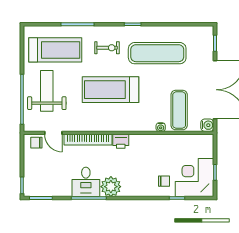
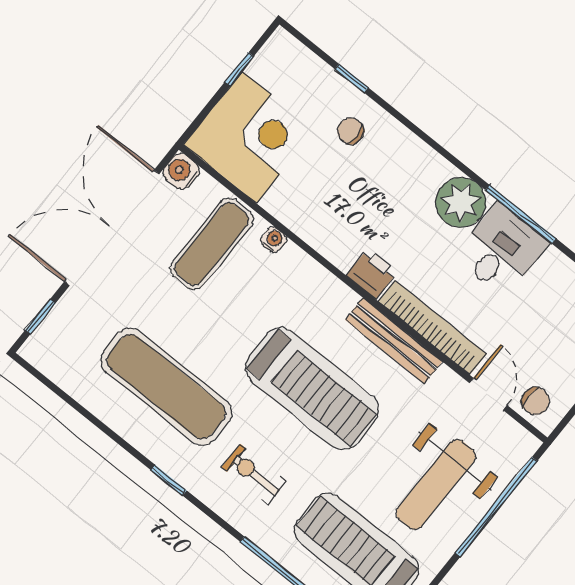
bench: (97, 126) -> (394, 341), added
corner desk: (194, 178) -> (249, 137), moved, turned -90

